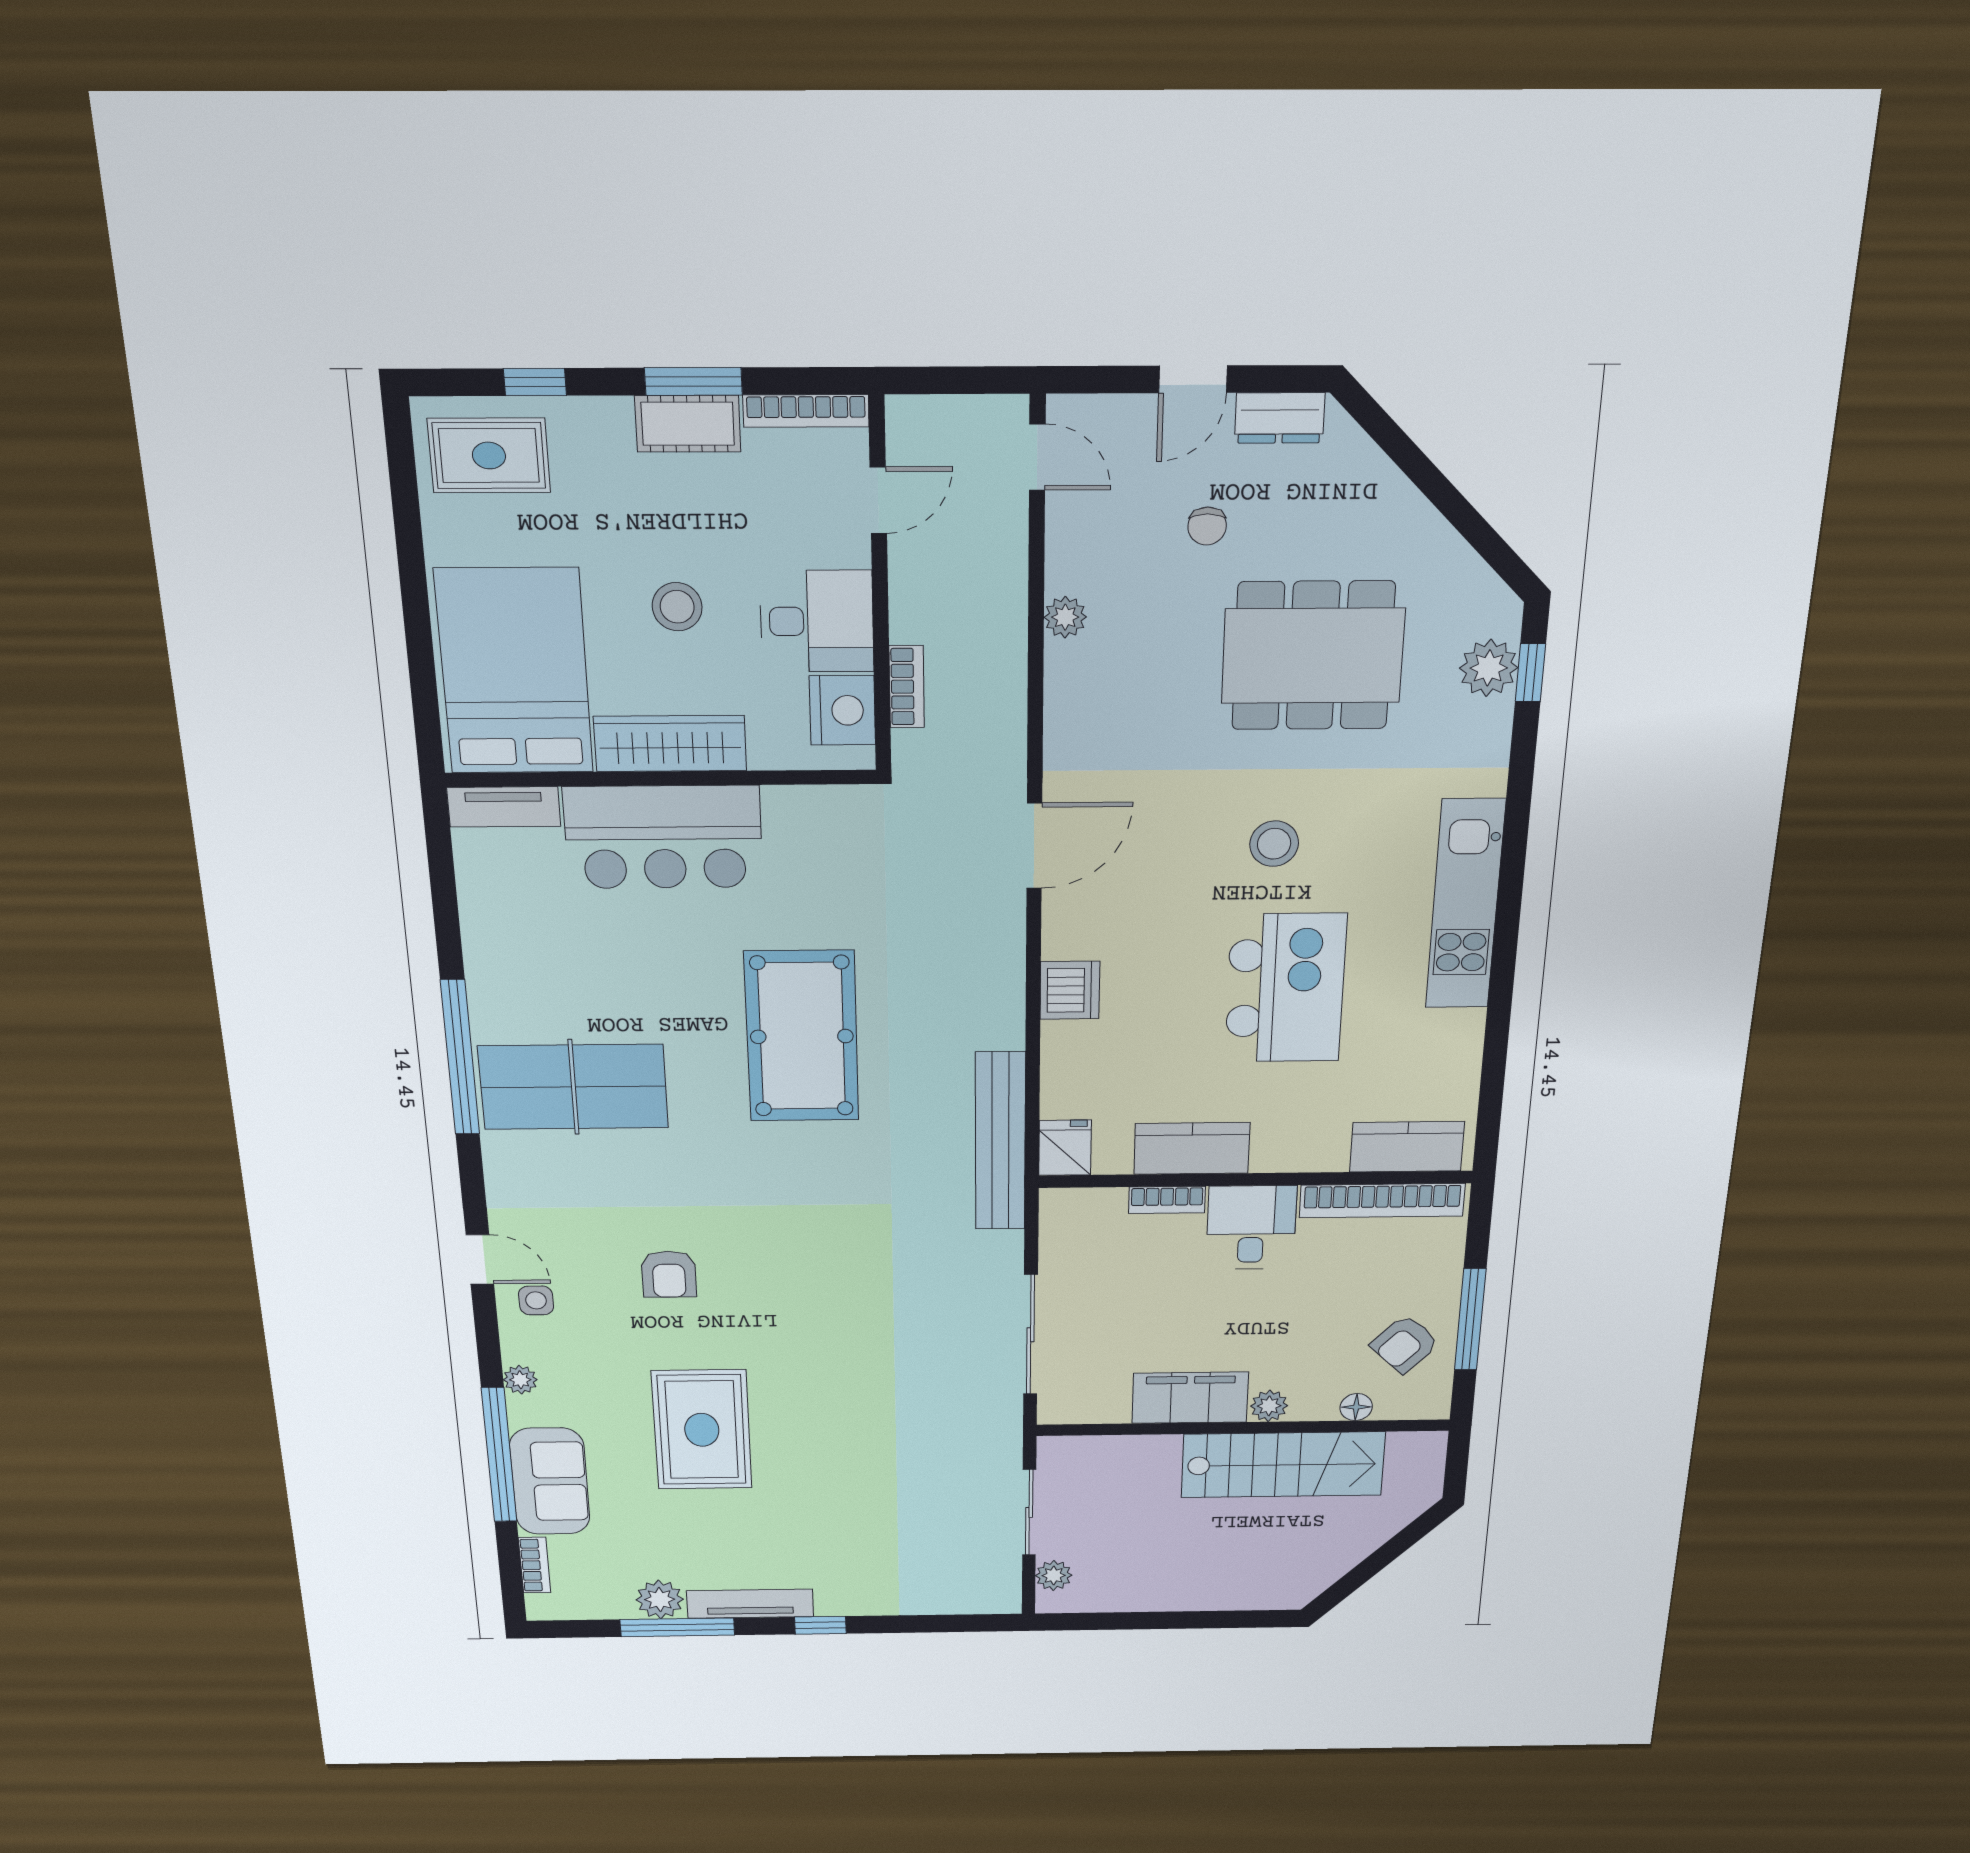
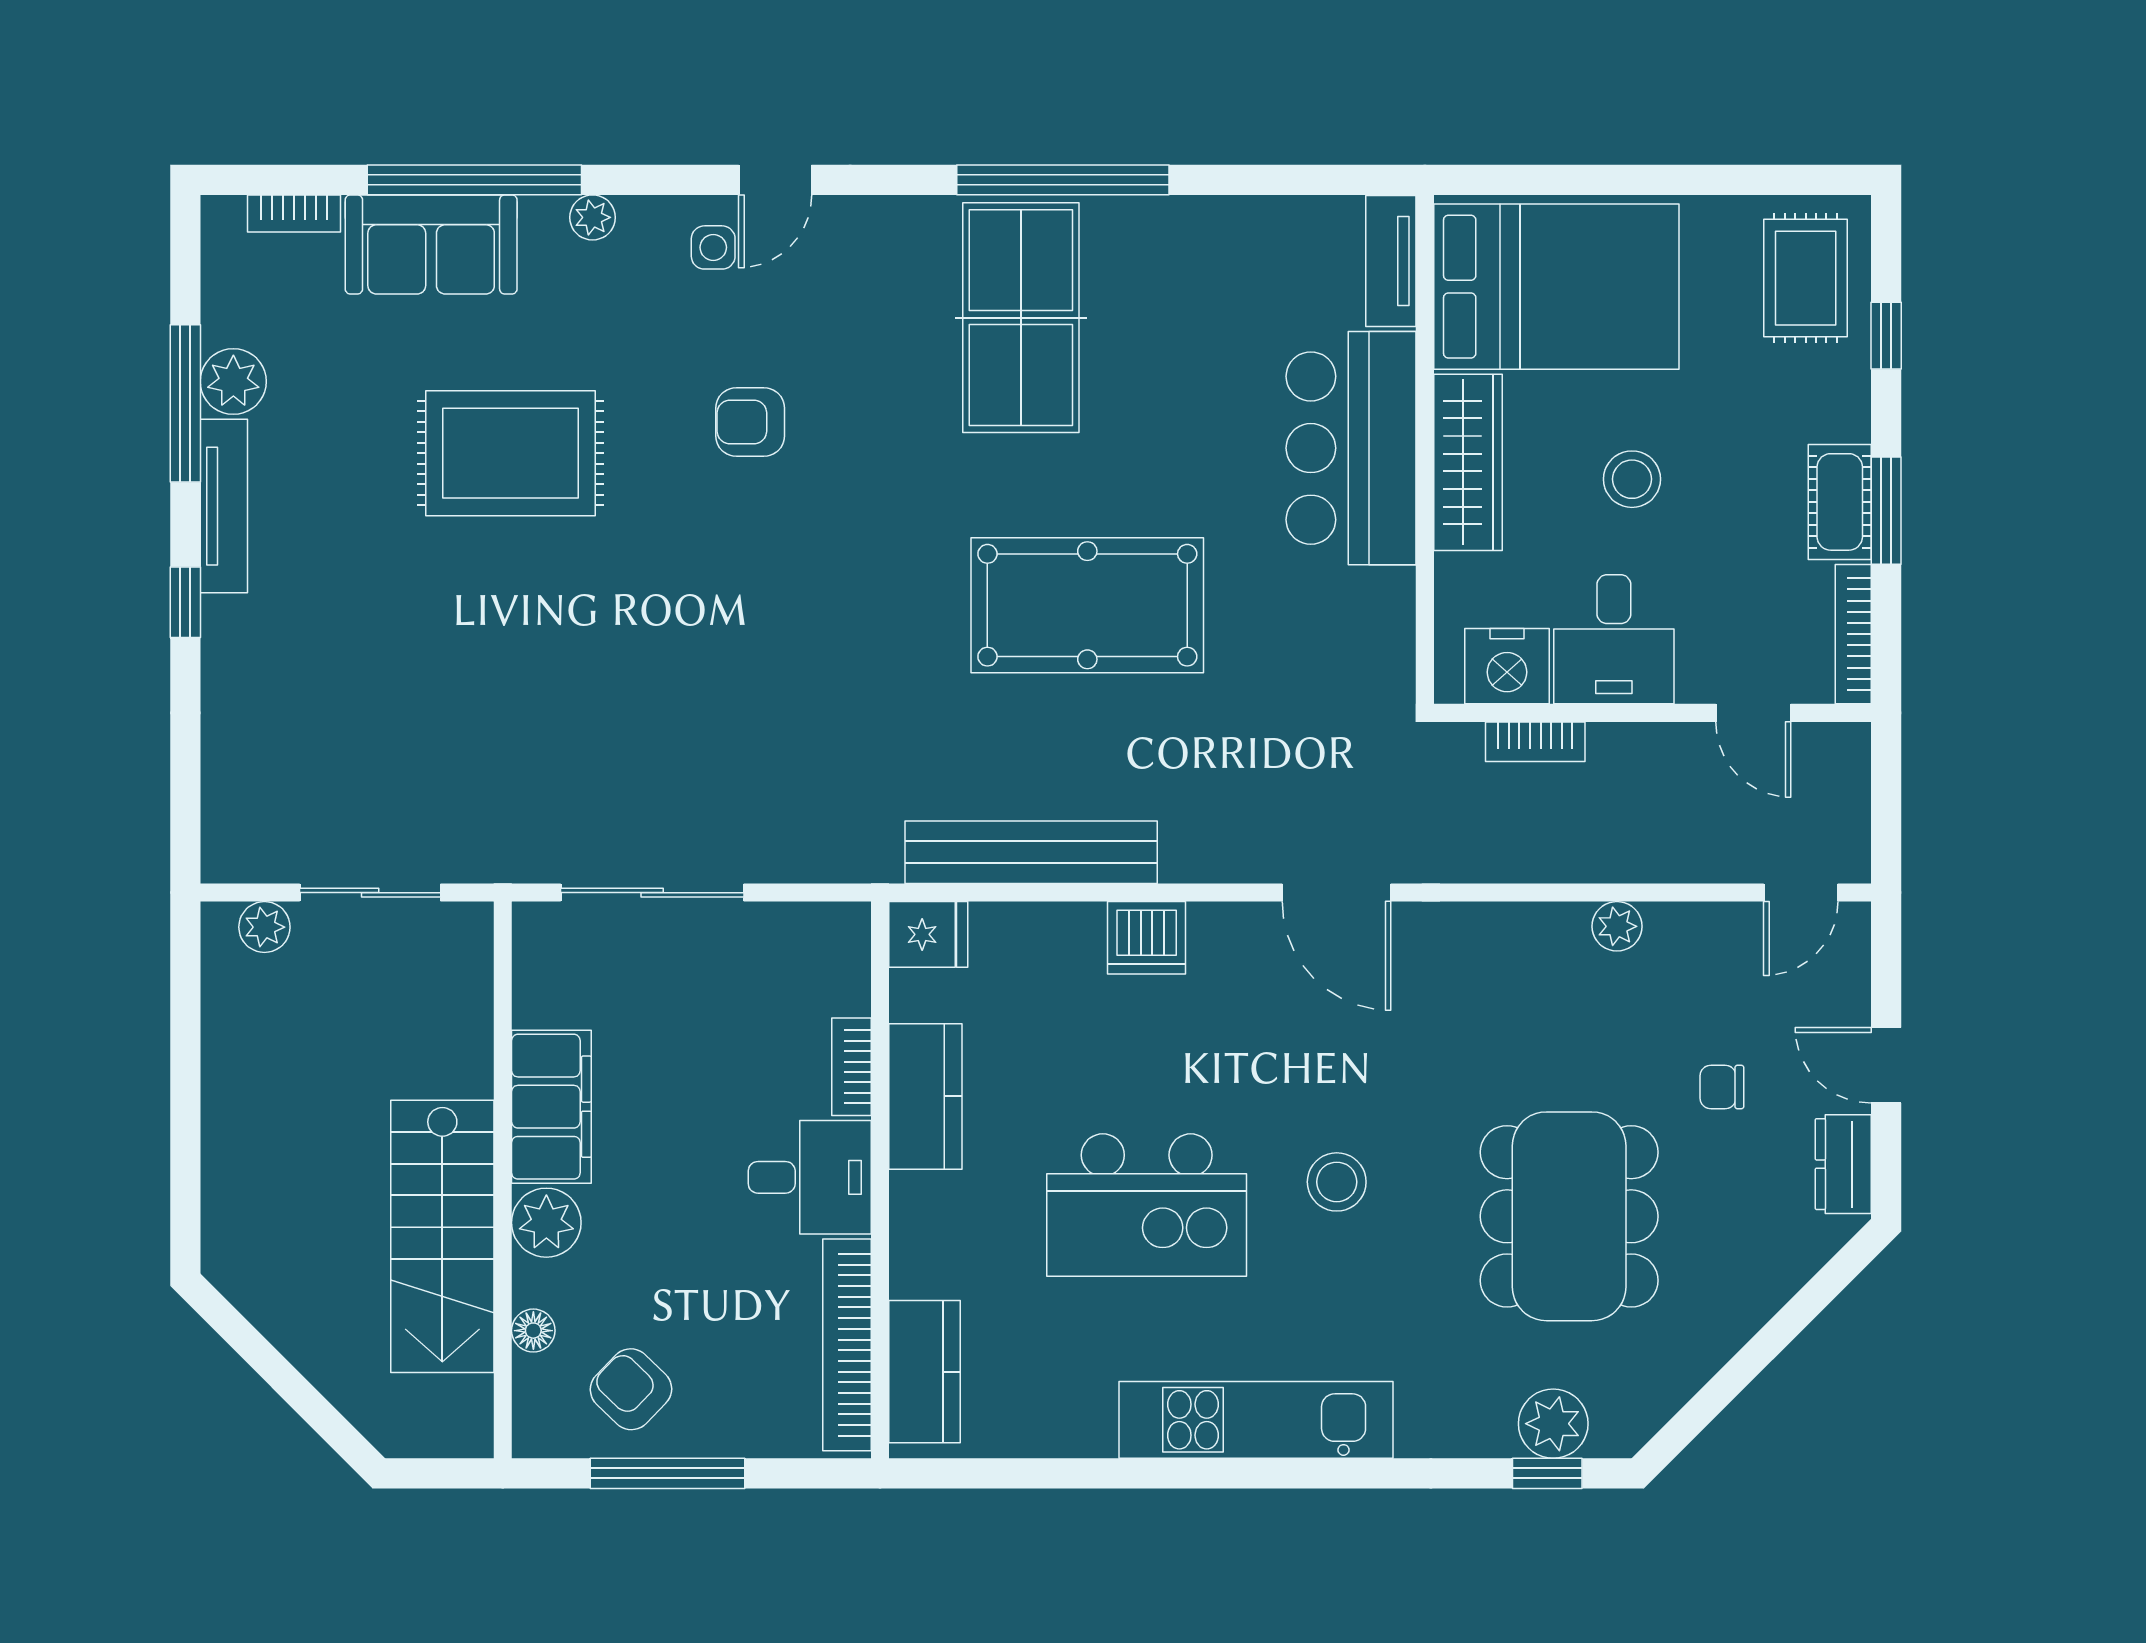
bench: (1000, 1141) -> (1031, 852), moved
plant: (1269, 1406) -> (546, 1223), width x1.38, depth x1.38

